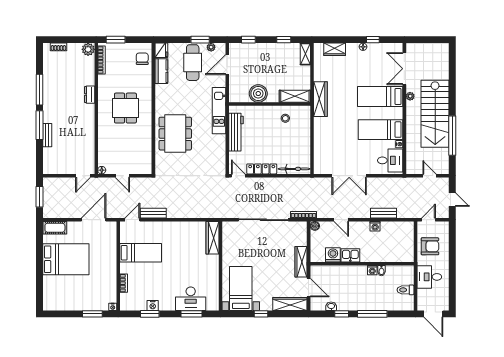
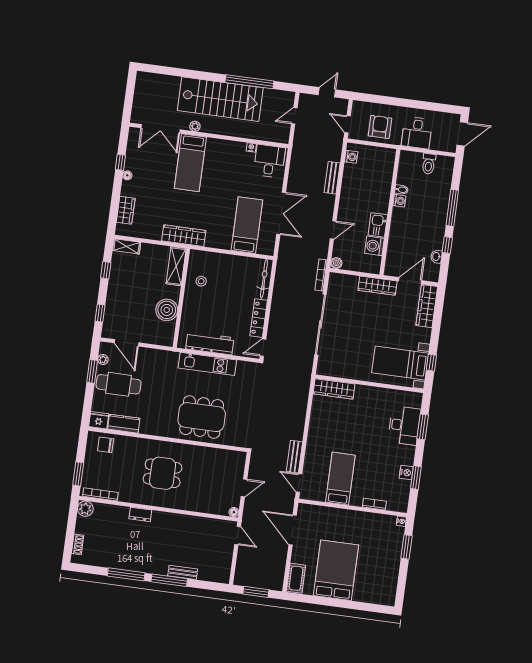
kitchen unit: (219, 111) -> (207, 364), moved
bed: (381, 130) -> (247, 225), moved, turned 180
washing machine: (375, 226) -> (351, 157), moved
window: (261, 314) -> (431, 363), moved

